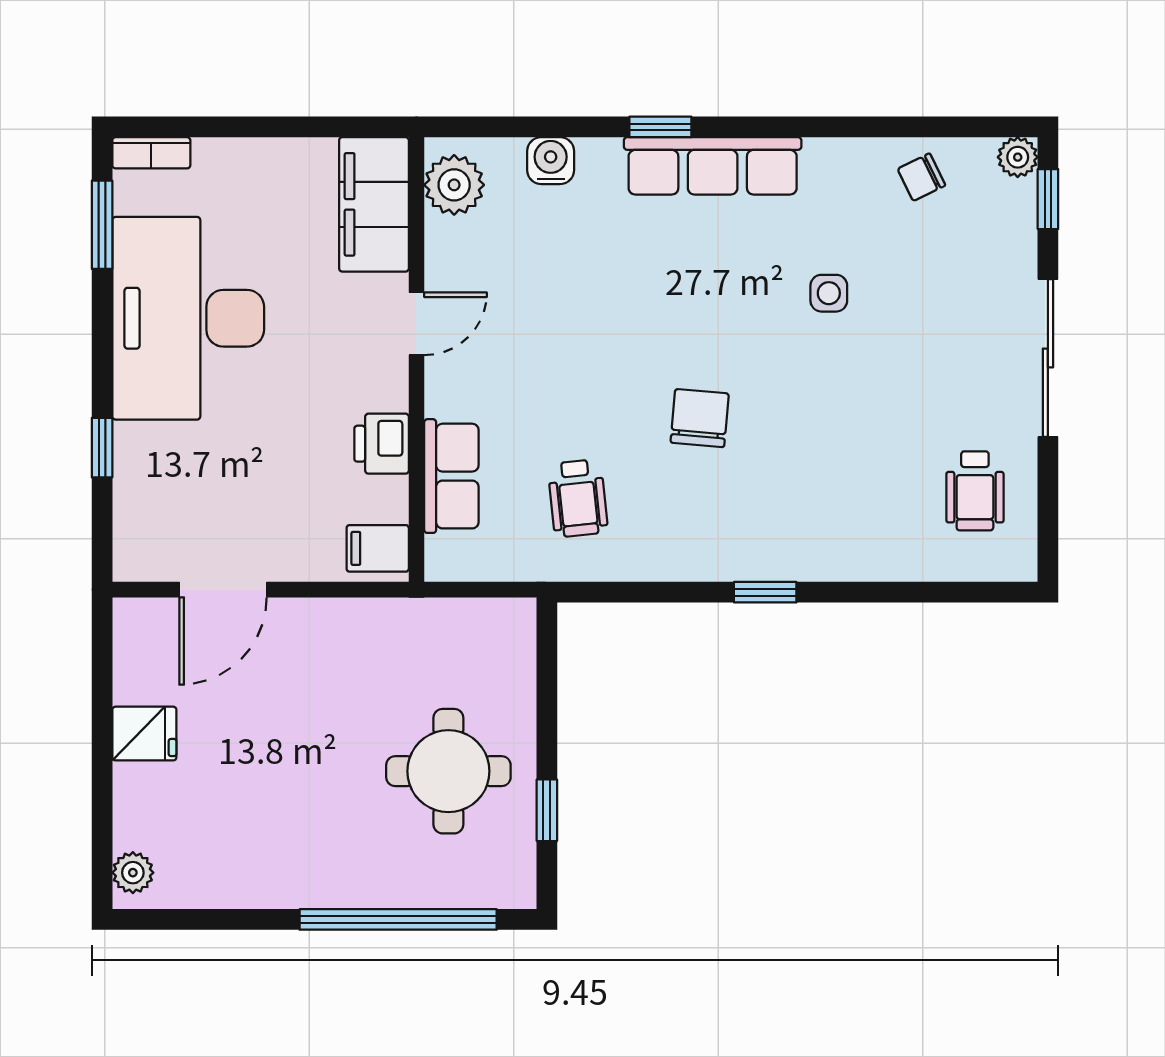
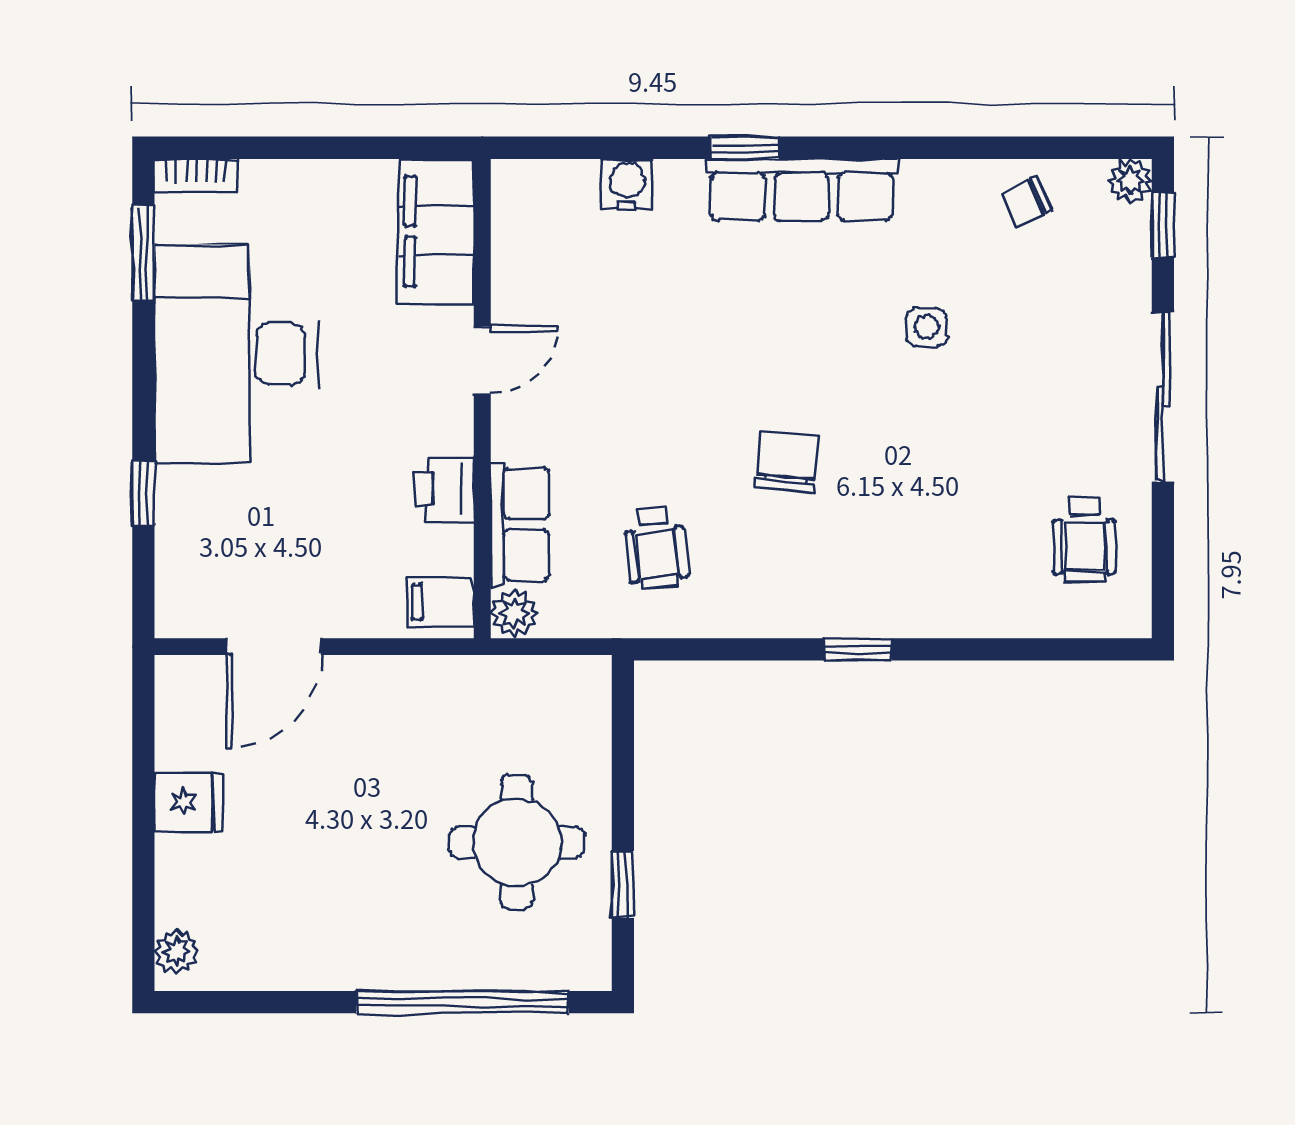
plant: (454, 185) -> (514, 613), moved, width x0.73, depth x0.73

